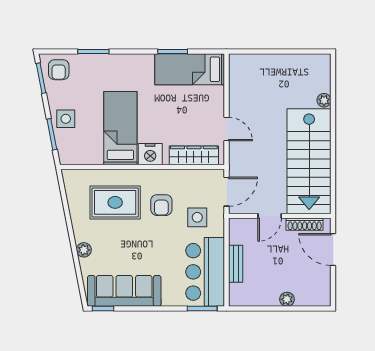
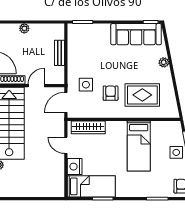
nightstand: (150, 154) -> (75, 167), moved, turned -90
bar counter: (205, 272) -> (81, 47), removed

